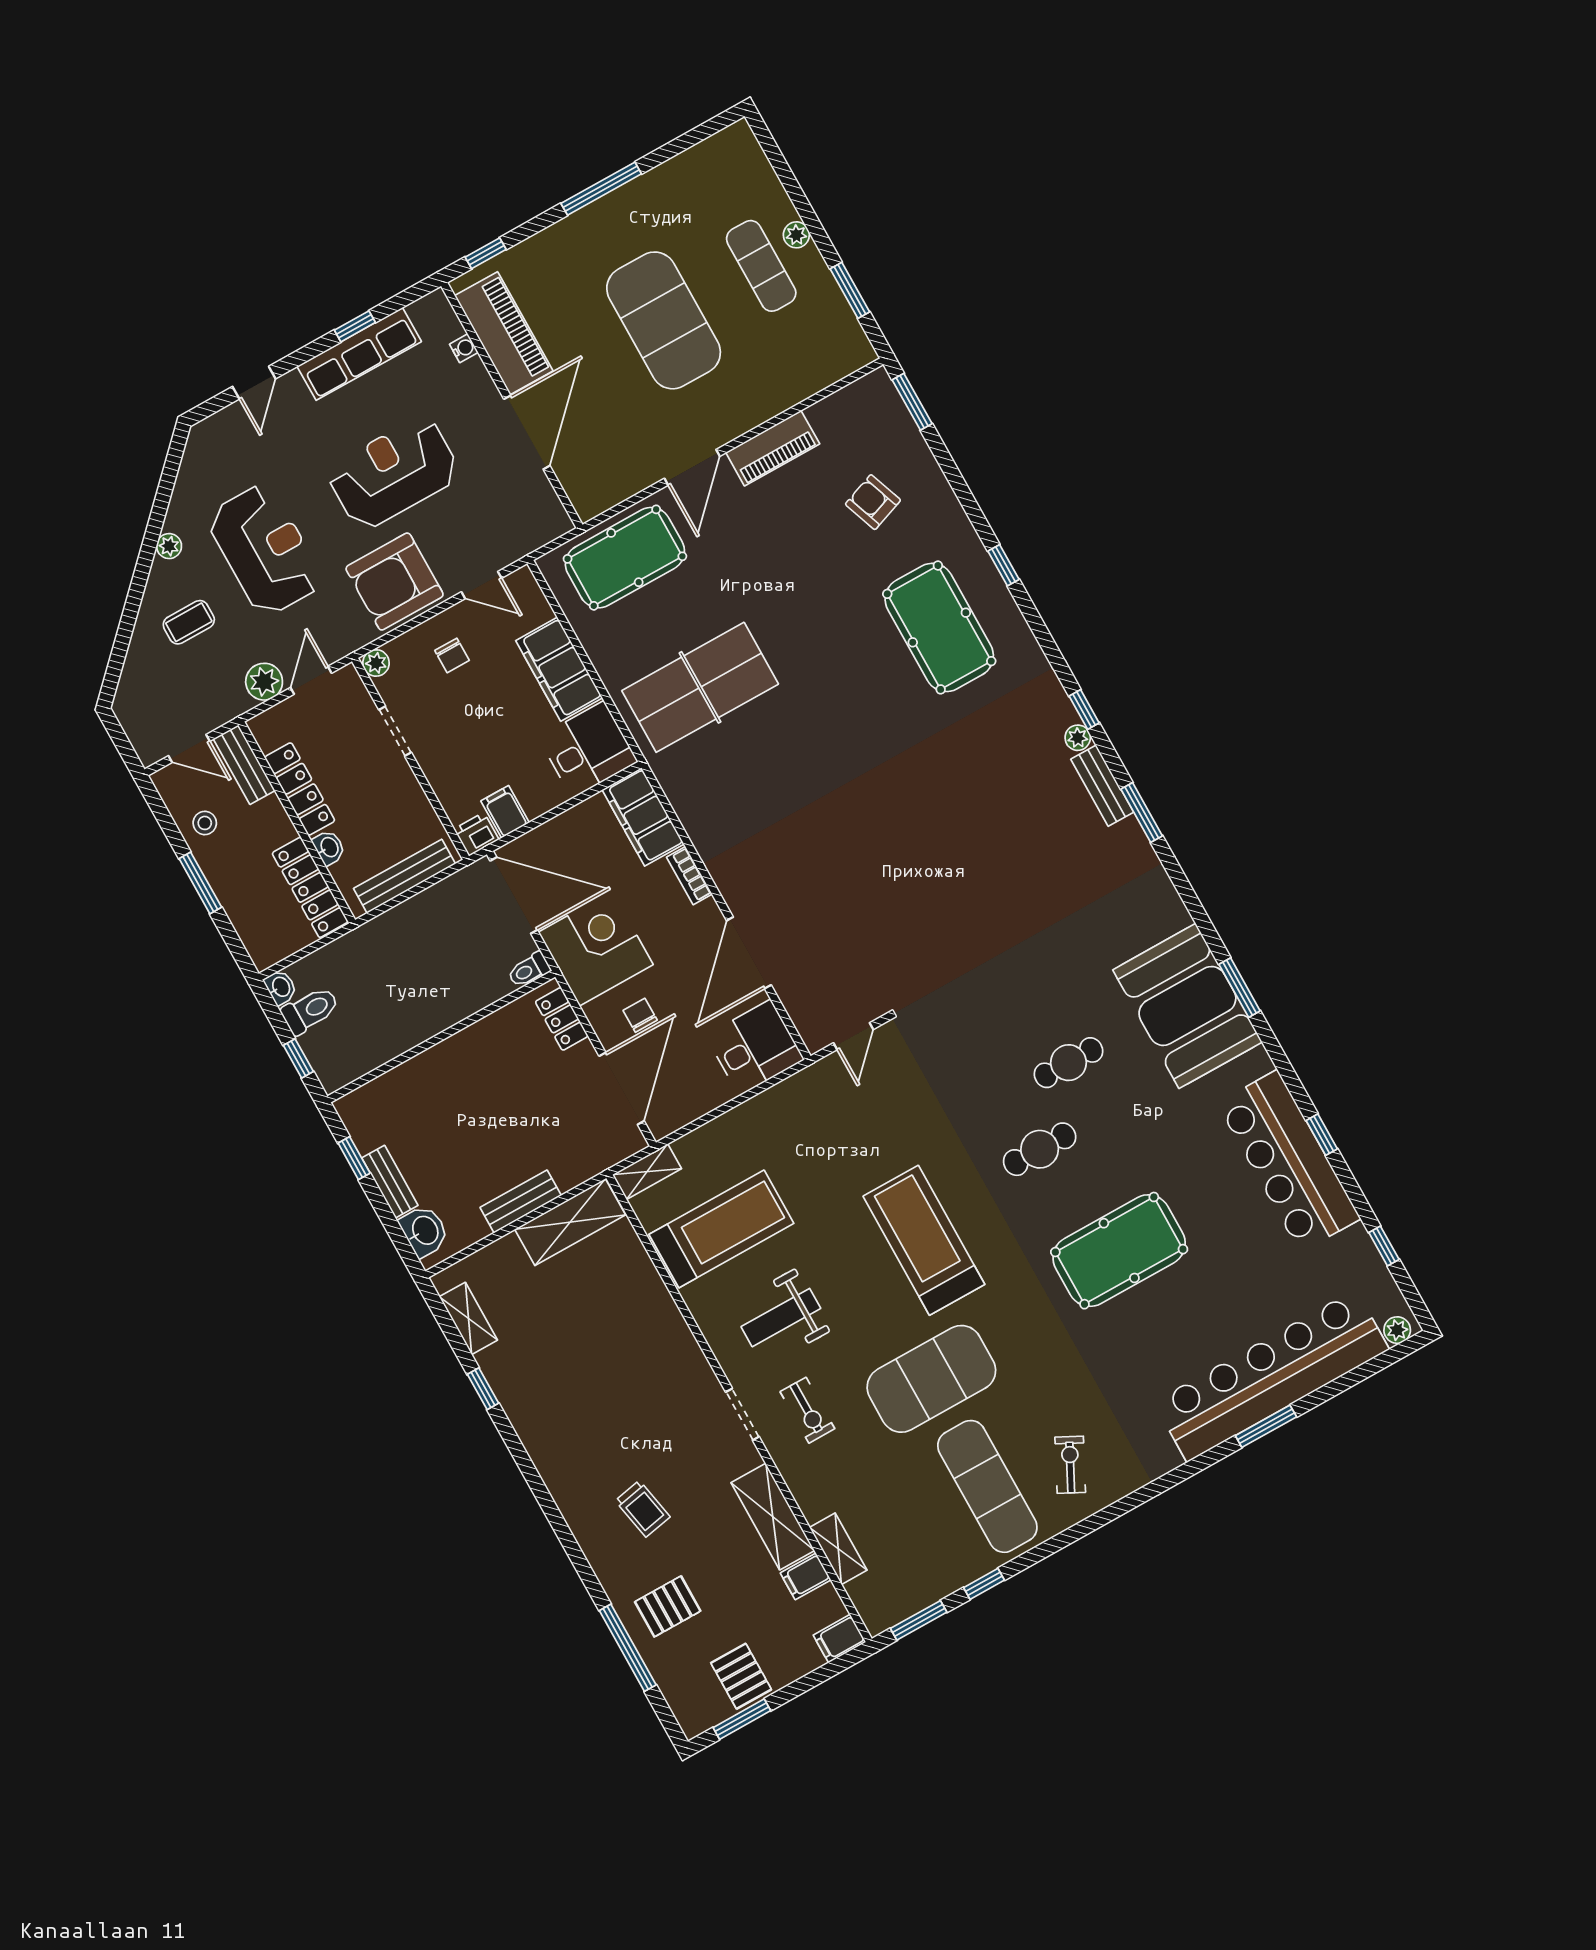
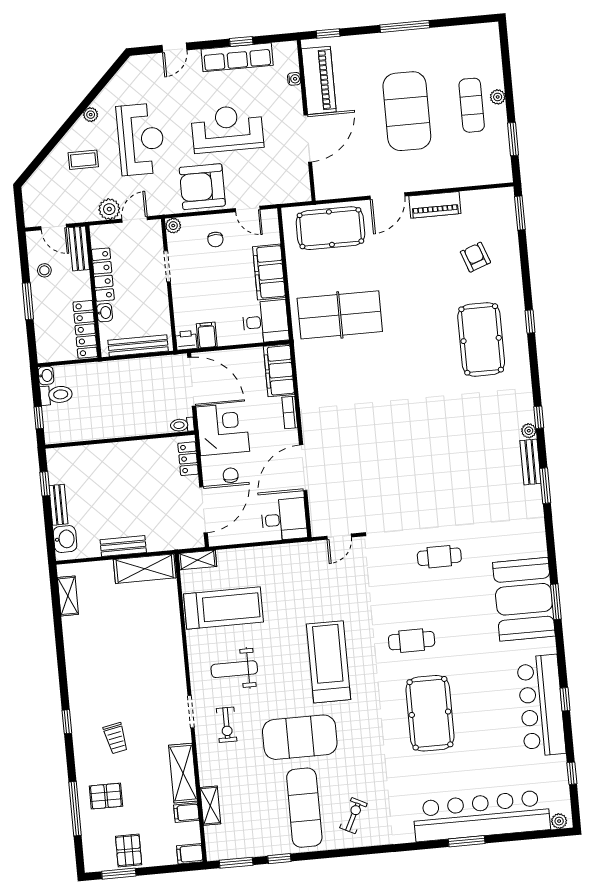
cafe table: (1069, 1063) -> (439, 557), moved
pool table: (1119, 1251) -> (430, 713), turned 90
window: (483, 1389) -> (67, 722), moved

